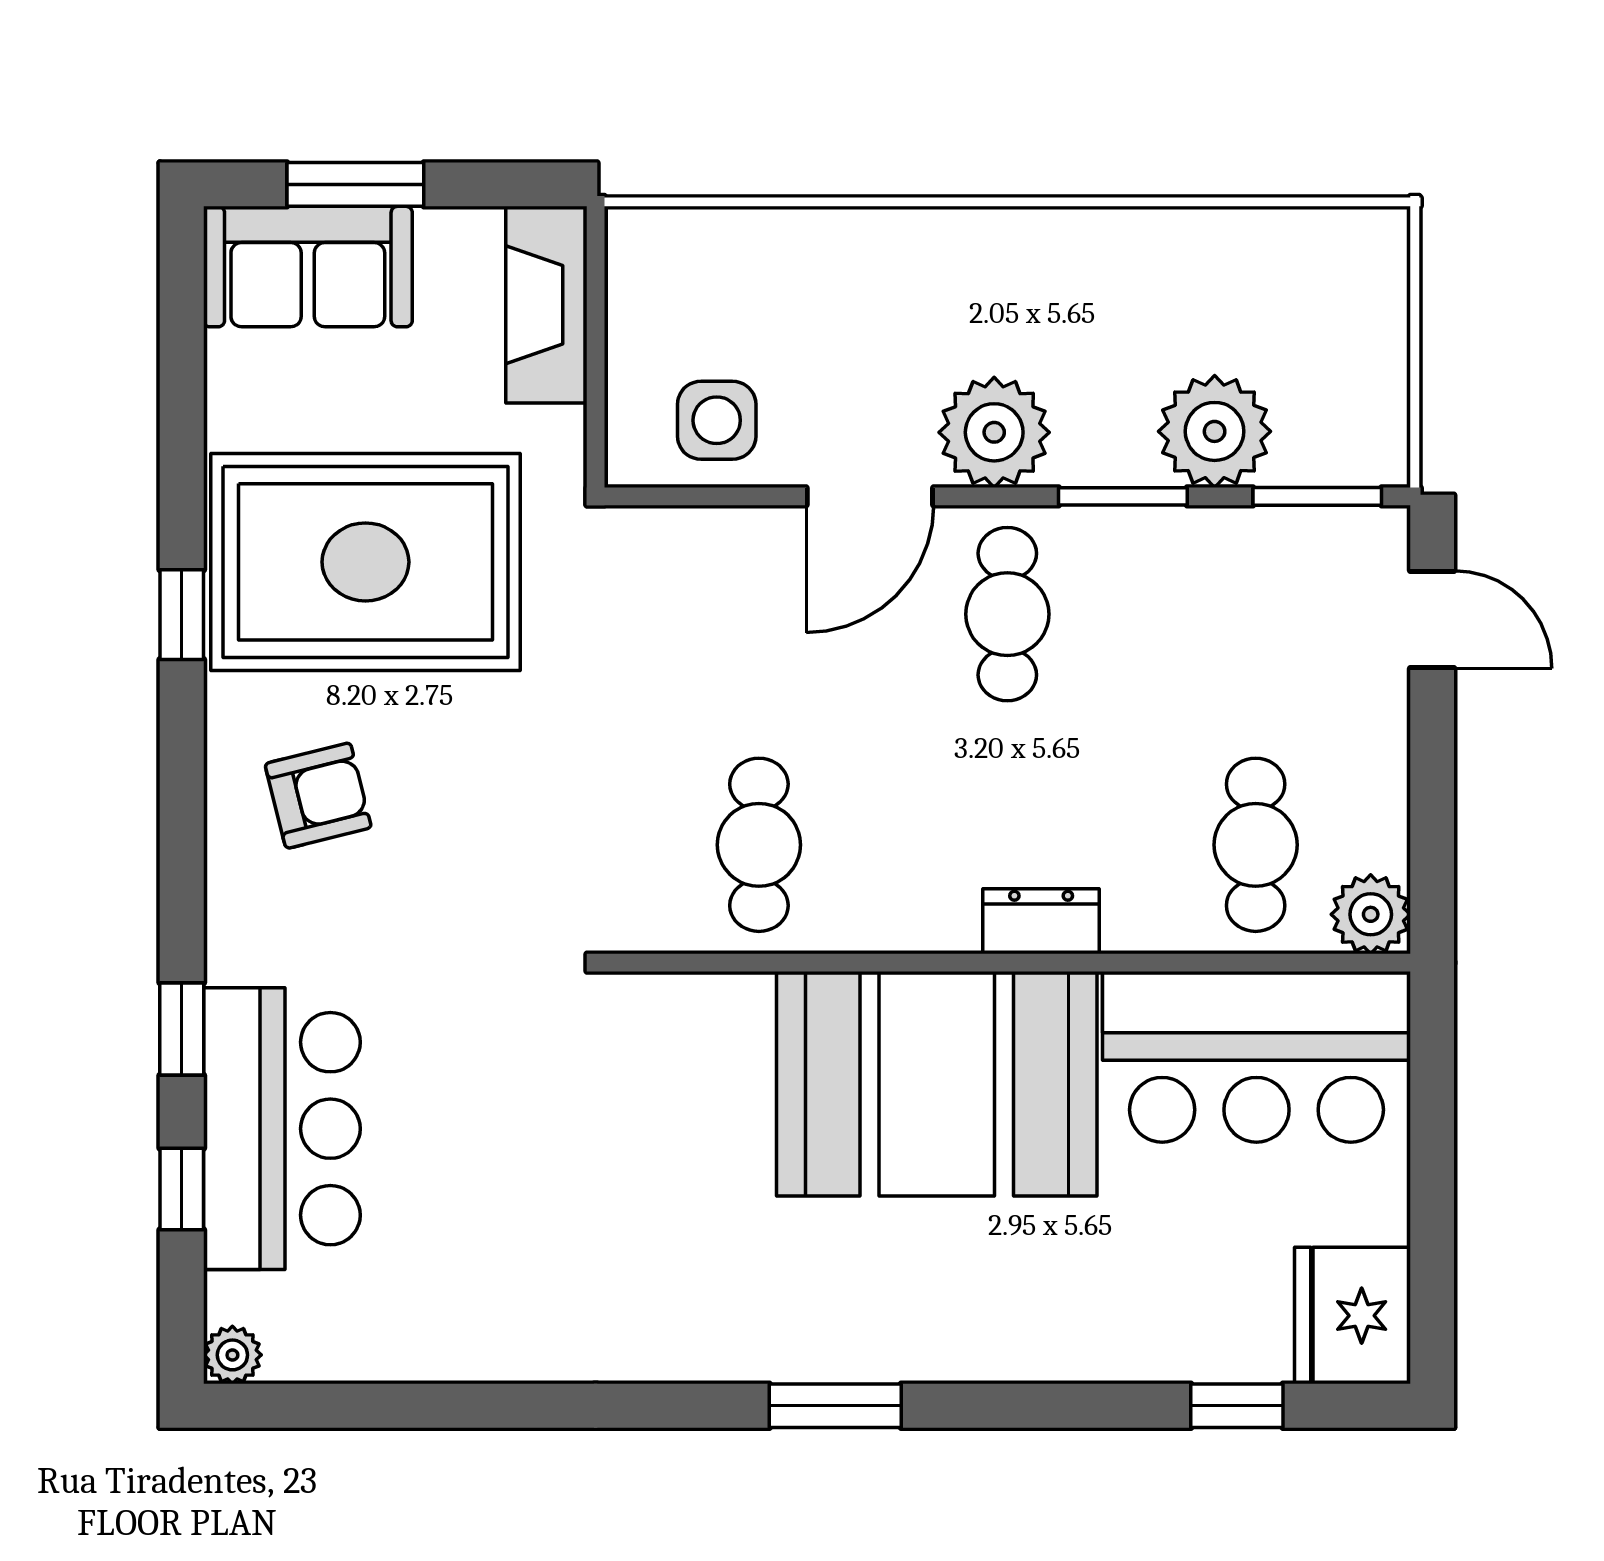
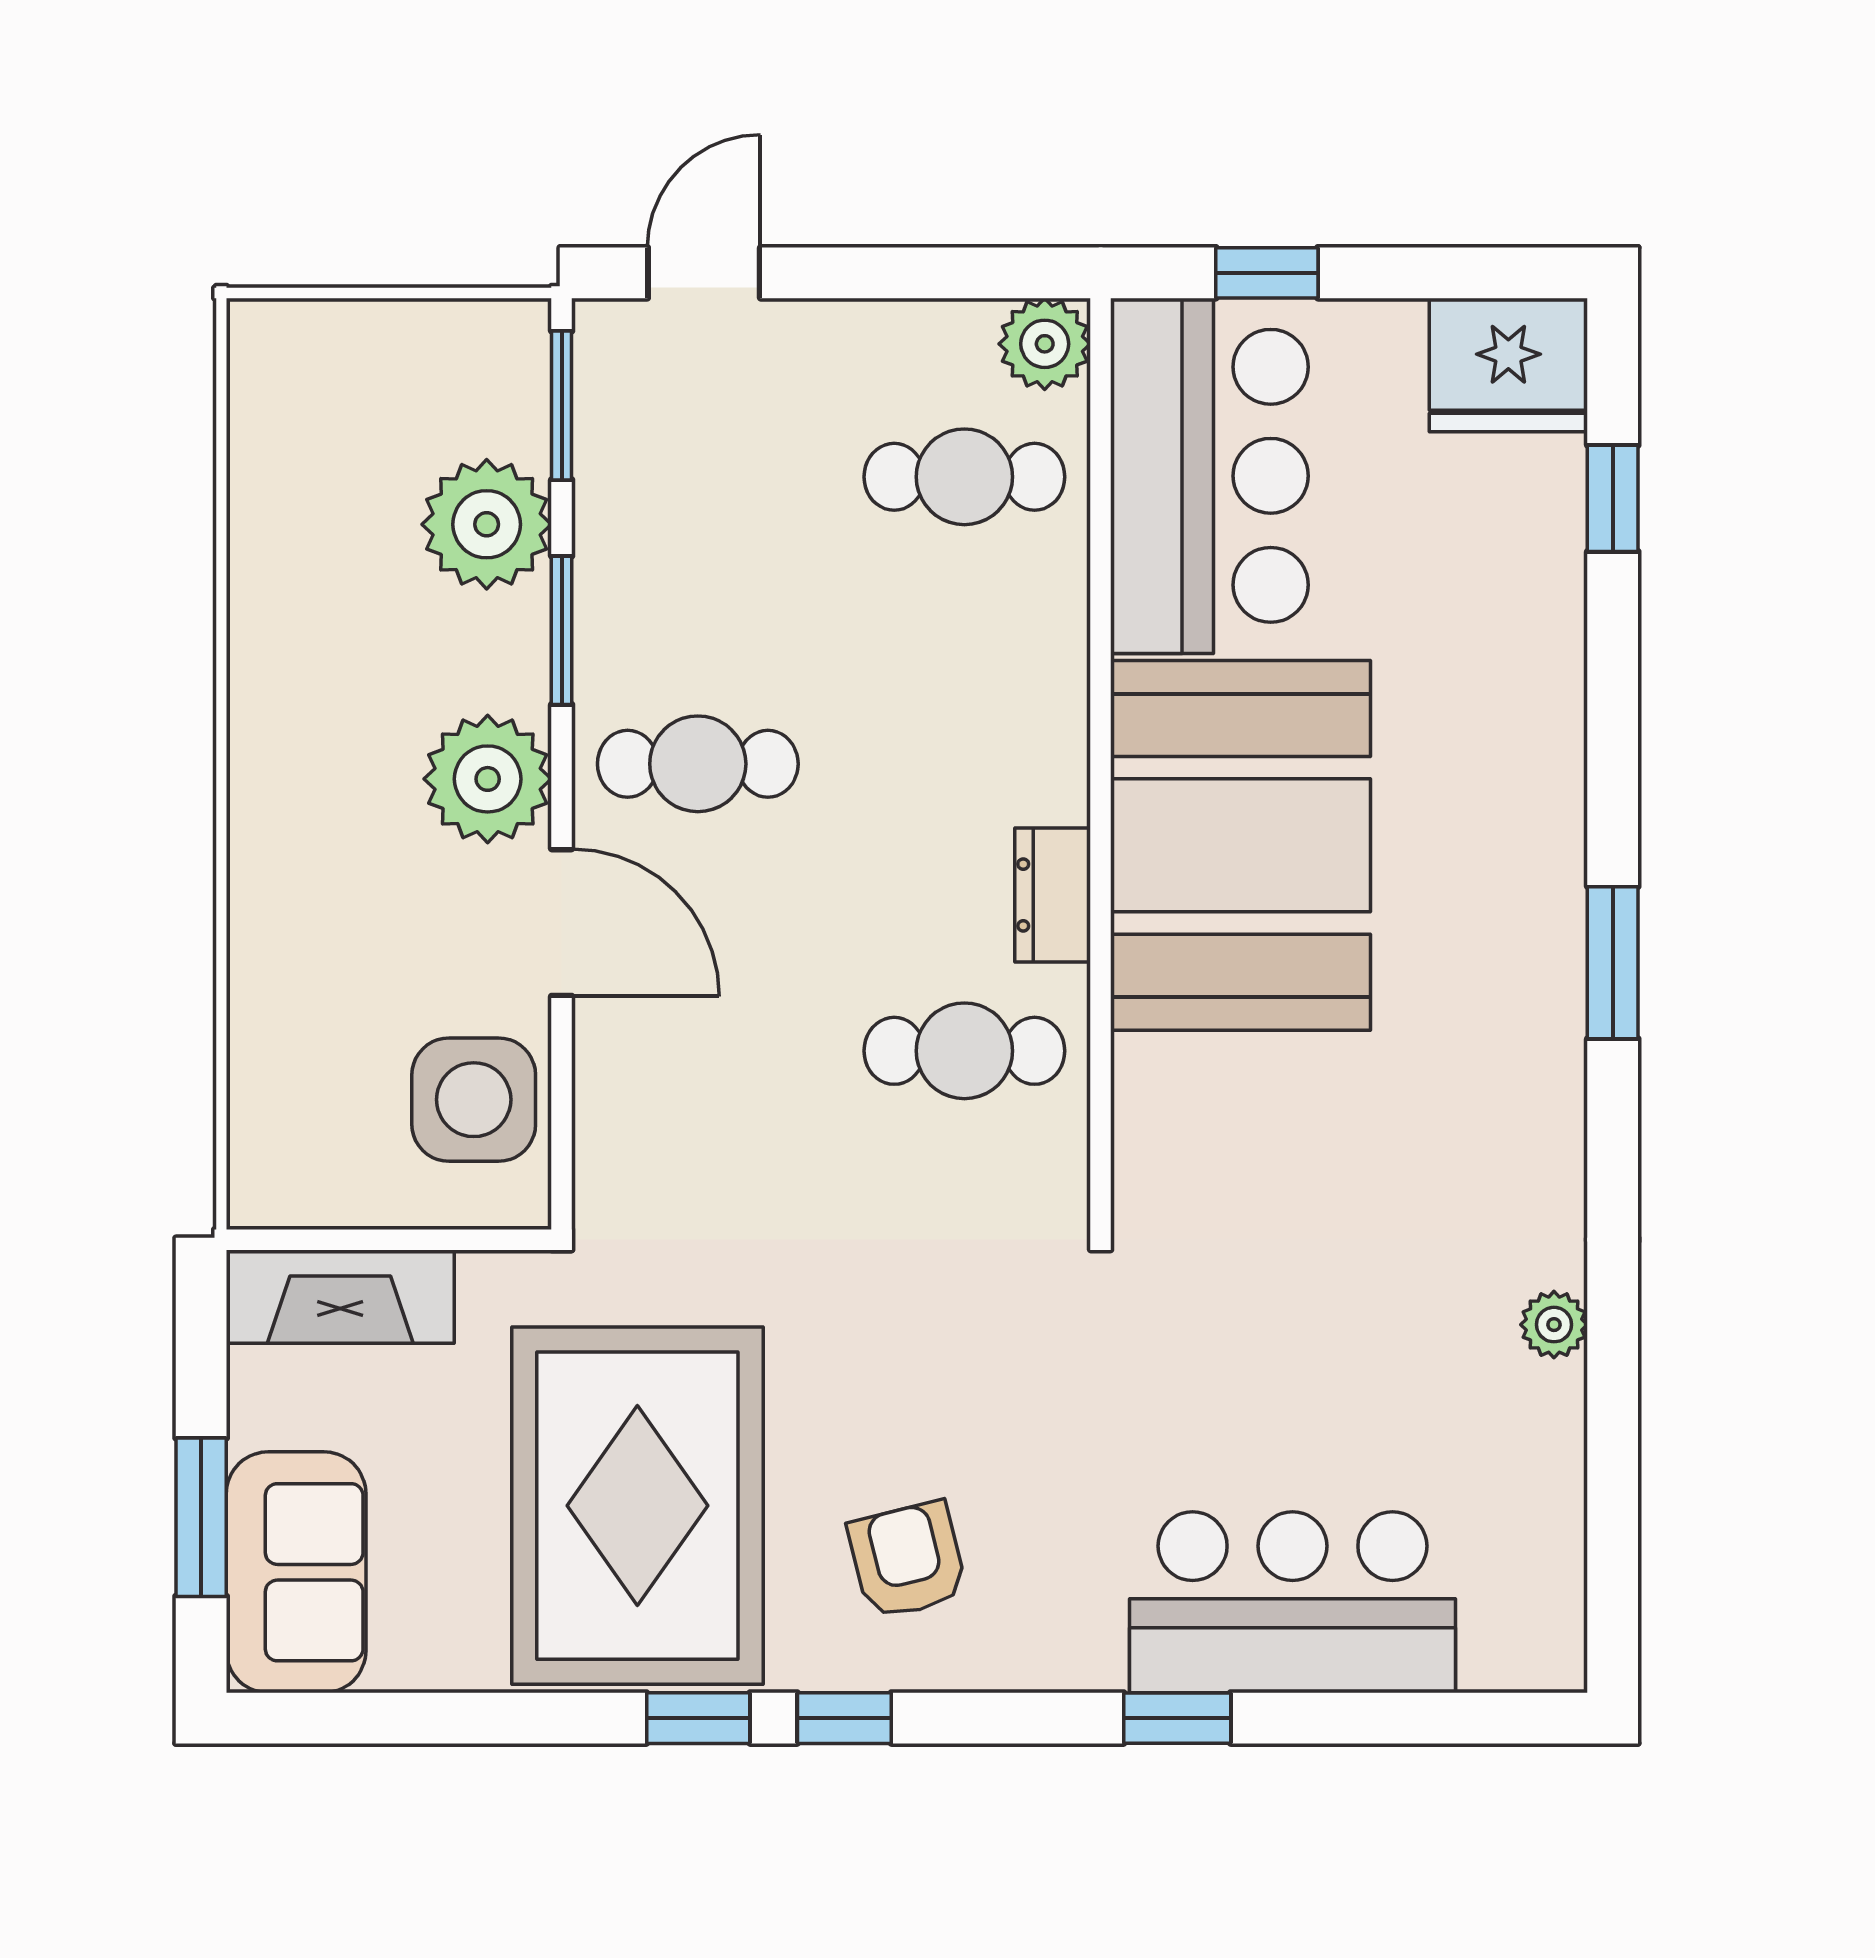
side table: (717, 420) -> (474, 1100), width x1.37, depth x1.37
dresser: (1041, 921) -> (1053, 895), moved
window: (1432, 1107) -> (1267, 273), added
window: (182, 1189) -> (844, 1718), moved
plant: (232, 1355) -> (1554, 1325), moved

